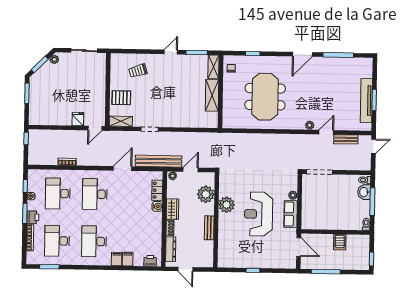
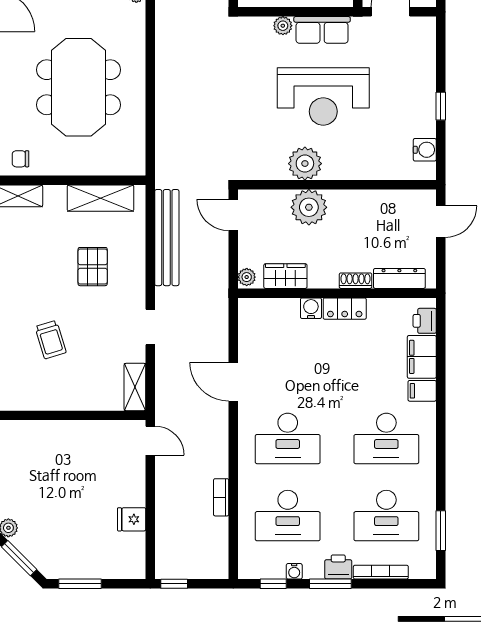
trolley: (138, 71) -> (51, 340), moved
shelving: (212, 95) -> (100, 198), moved
meeting table: (265, 97) -> (79, 87), turned 90
pallet: (121, 98) -> (93, 267), moved
fridge: (78, 119) -> (132, 519), moved
bench: (159, 161) -> (167, 238), moved
door: (191, 170) -> (233, 215), moved
locker: (157, 190) -> (345, 309), moved
plant: (206, 194) -> (309, 207), moved
wardrobe: (172, 209) -> (285, 276), moved
bench: (209, 228) -> (354, 199), removed
filing cabinet: (128, 259) -> (422, 357), width x2.00
water cooler: (232, 262) -> (425, 150), added
door: (185, 269) -> (441, 222), moved

